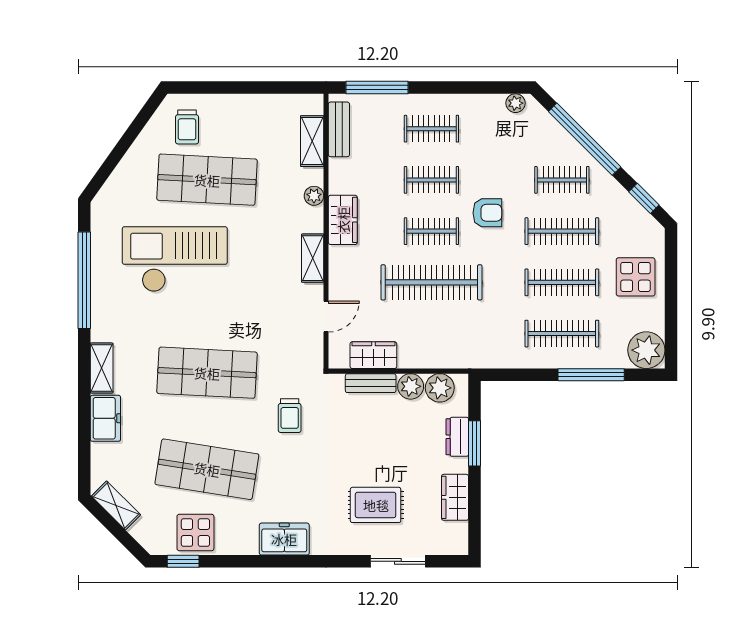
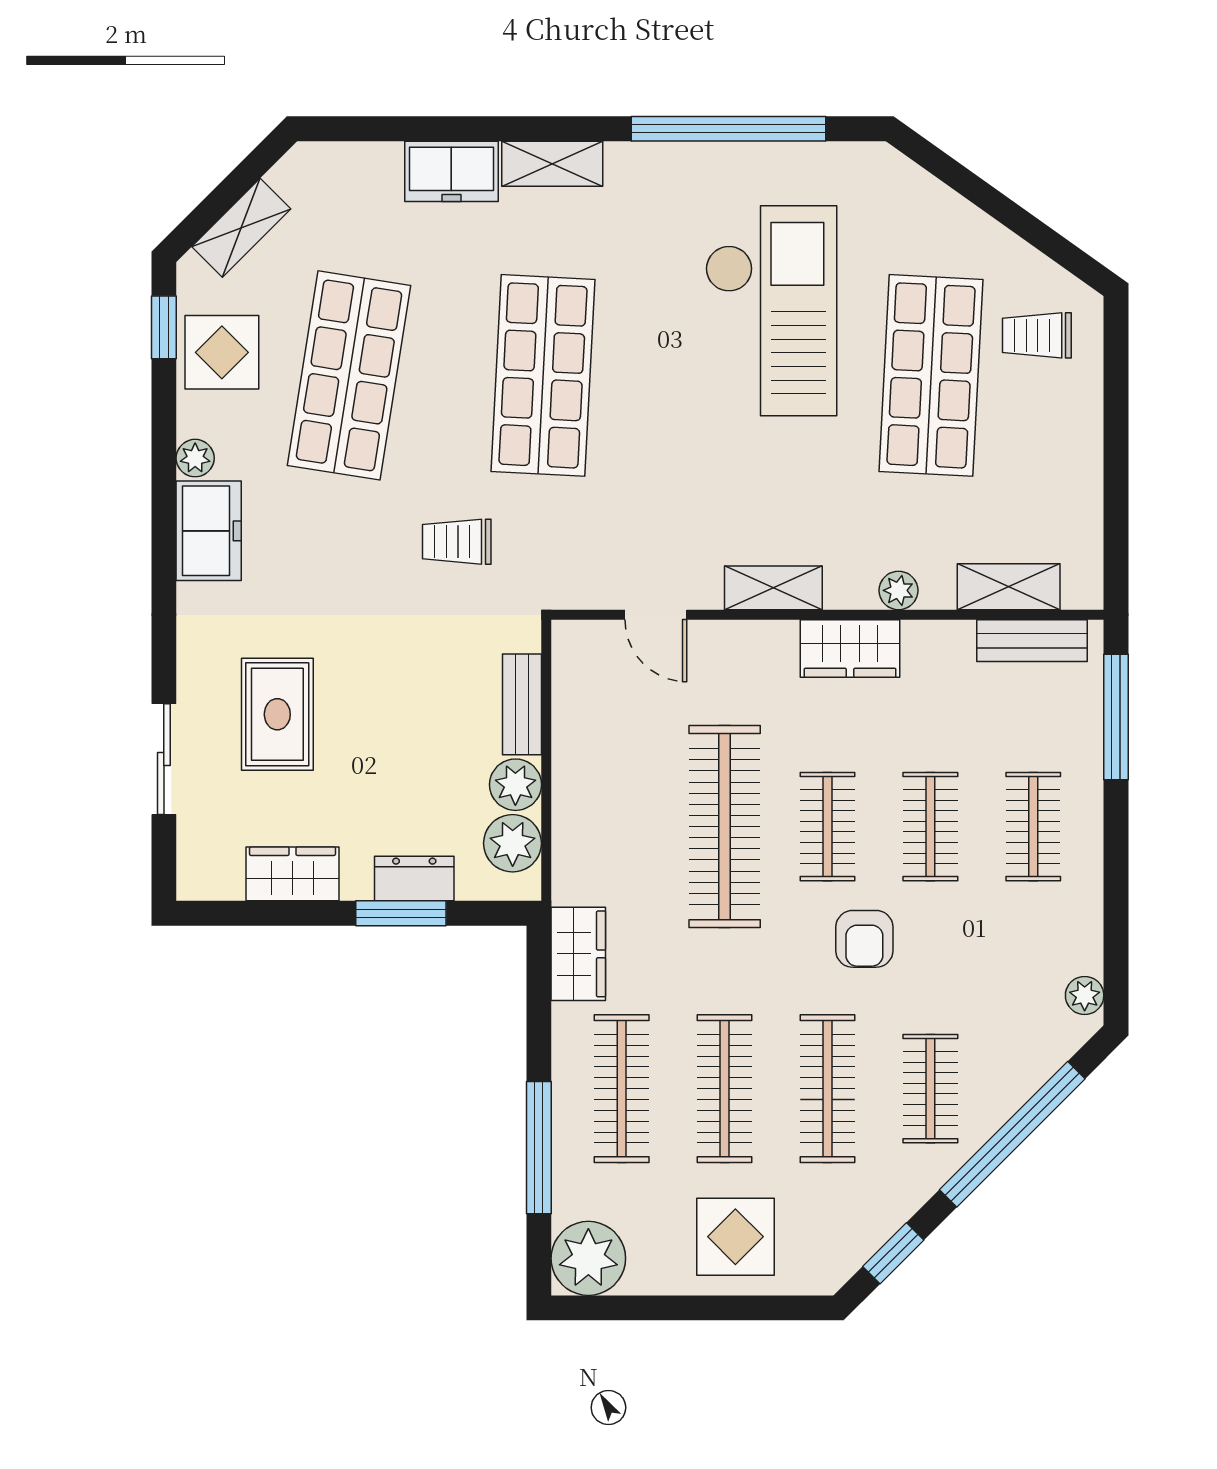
wardrobe: (373, 355) -> (578, 954), moved
shelving: (116, 505) -> (241, 228), moved
plant: (248, 546) -> (195, 458), added

